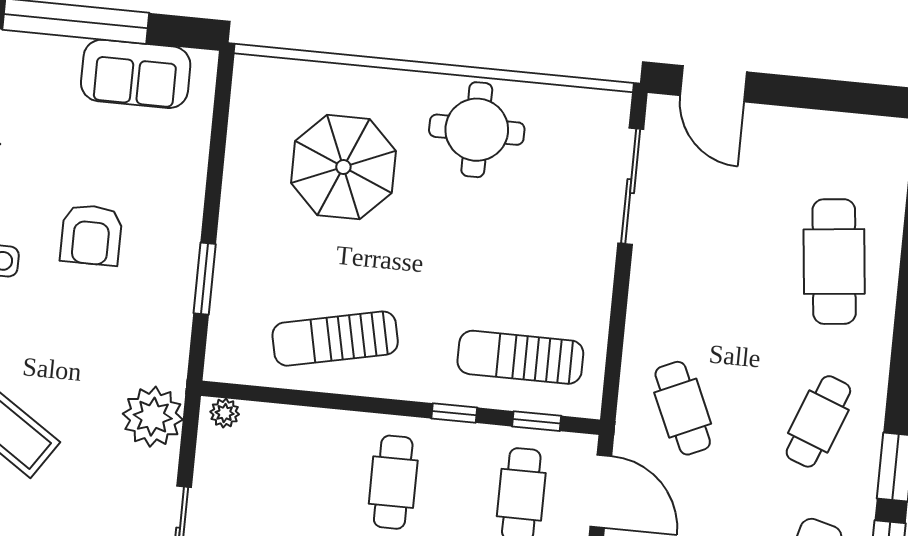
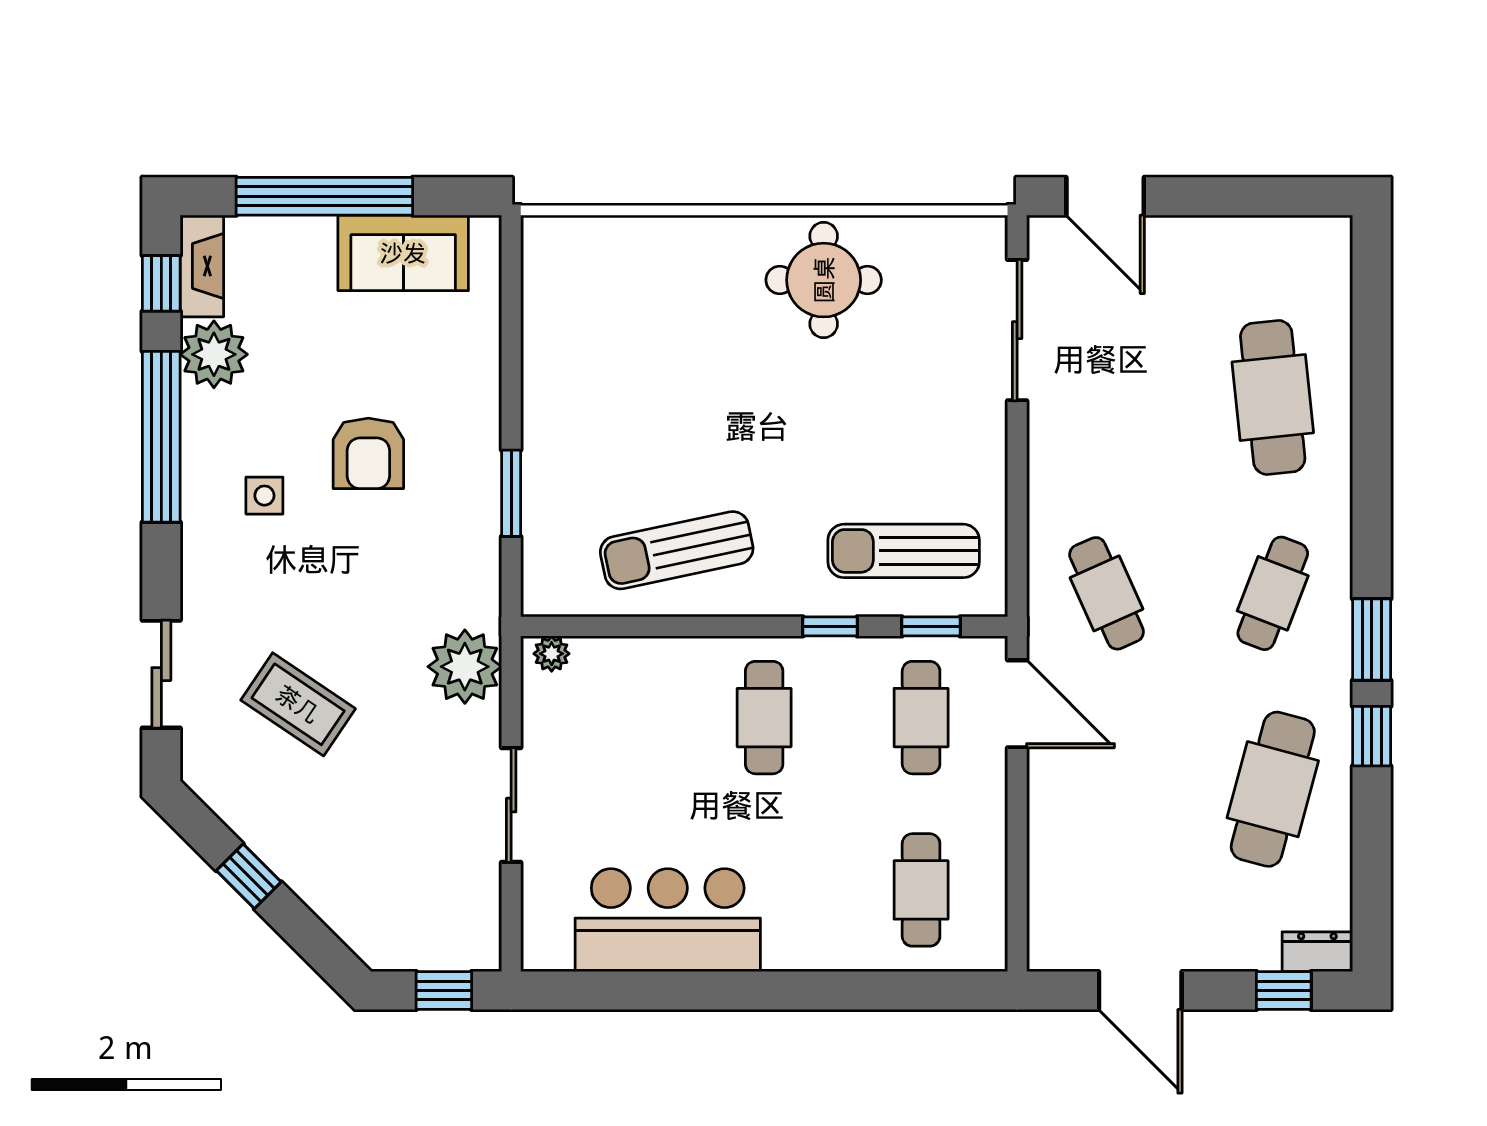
parasol: (343, 167) -> (666, 341), removed

